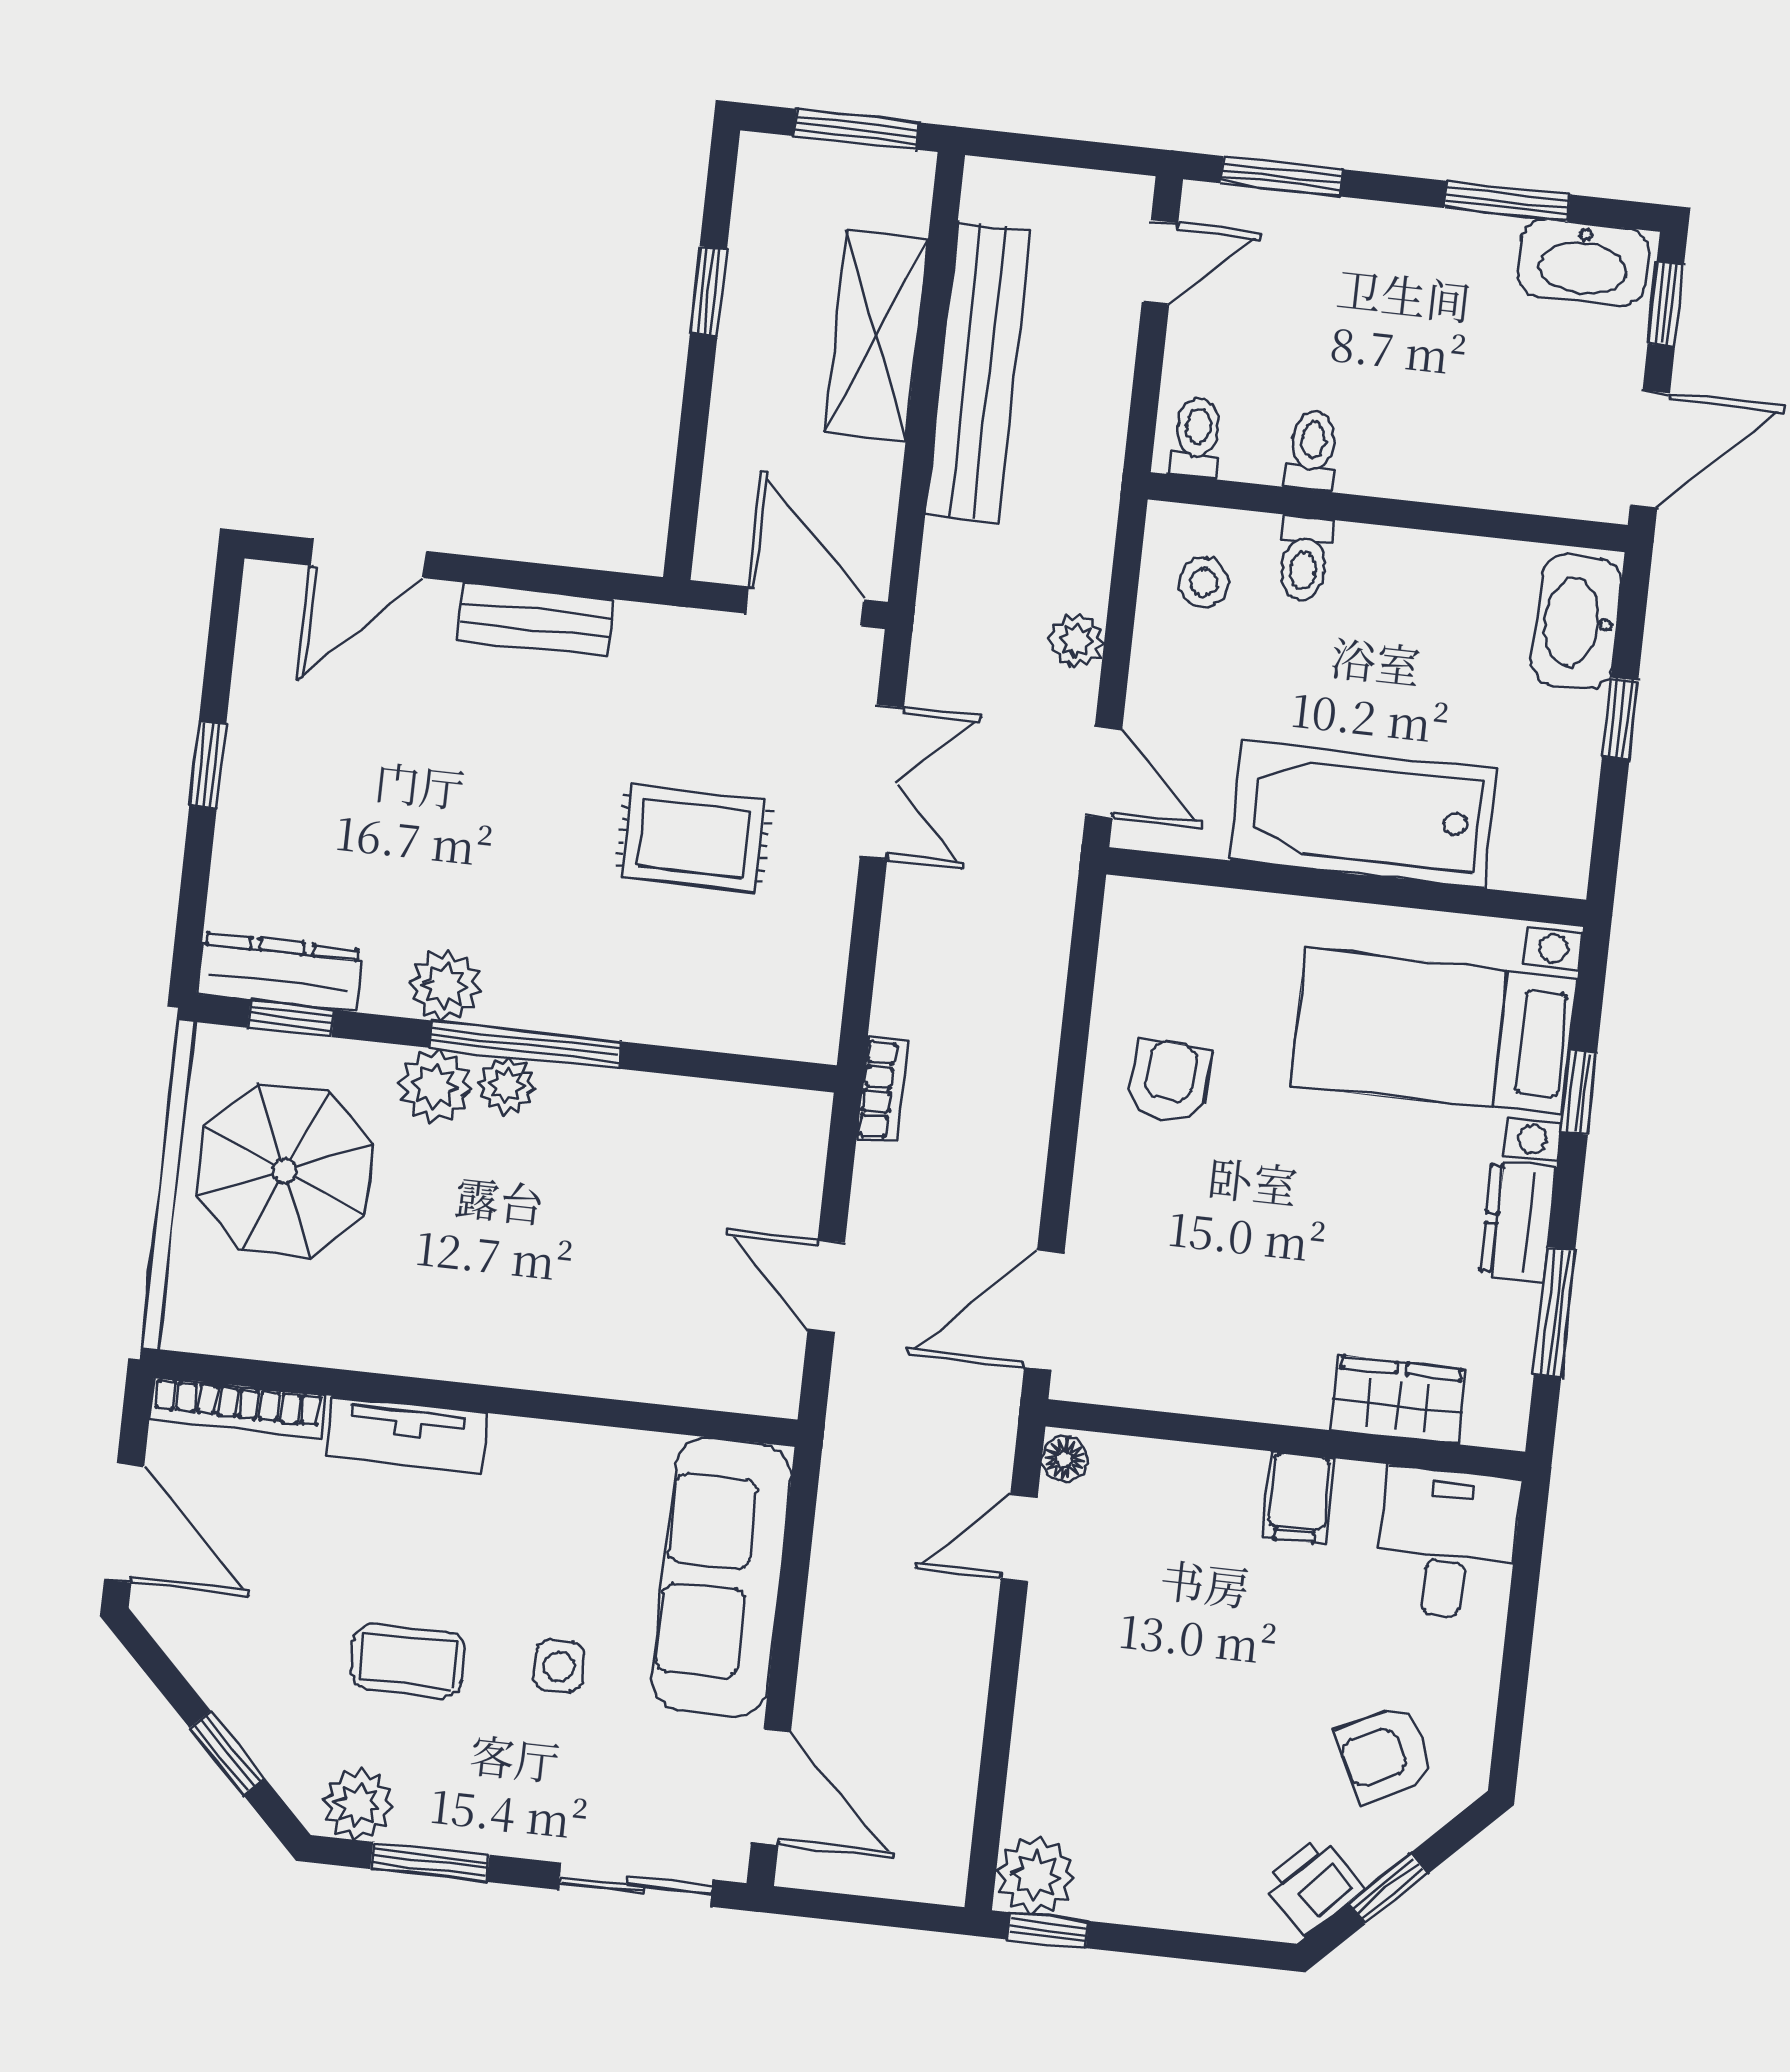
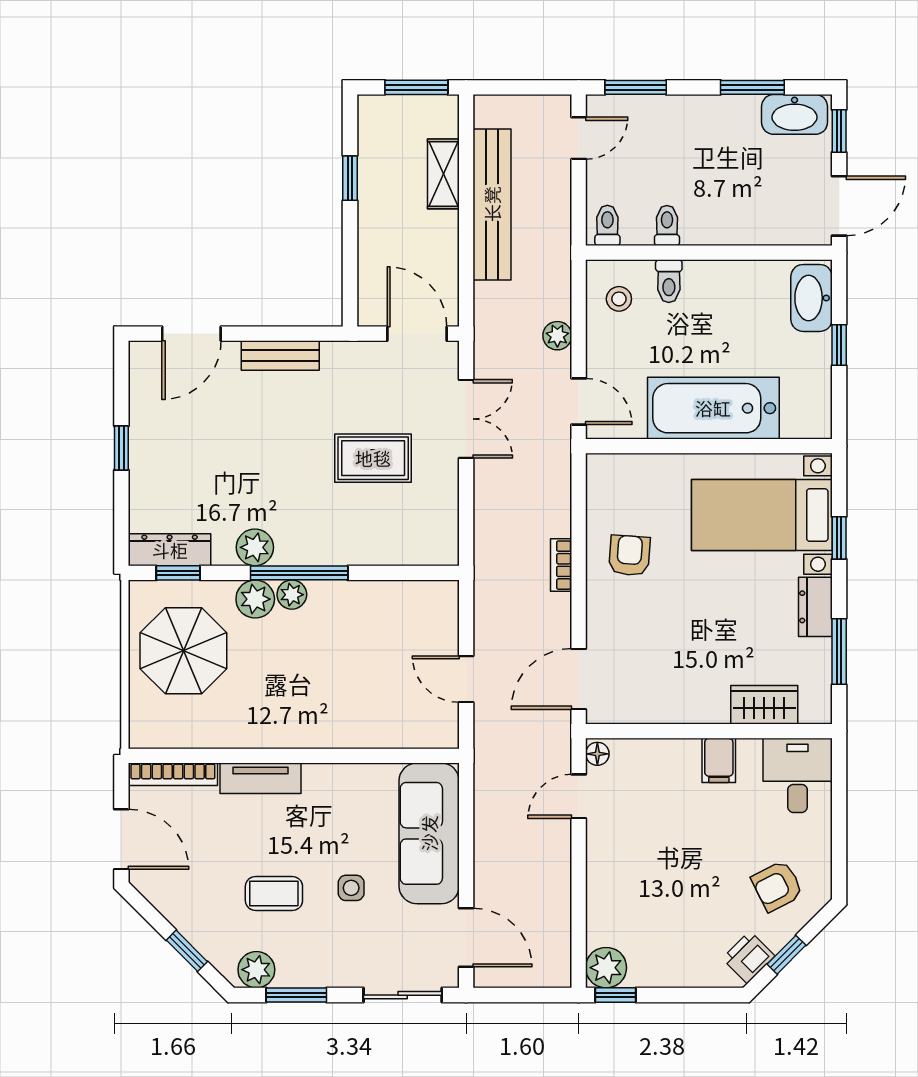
shelving: (876, 336) -> (443, 174), width x0.67, depth x0.75
bookcase: (882, 1090) -> (561, 565), moved, turned 180

